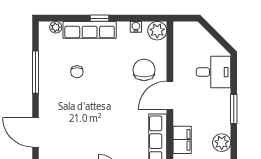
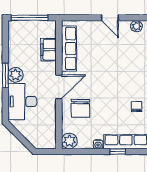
water cooler: (136, 27) -> (98, 144), moved
desk: (214, 72) -> (22, 102), width x1.37
plant: (222, 143) -> (16, 75), moved

